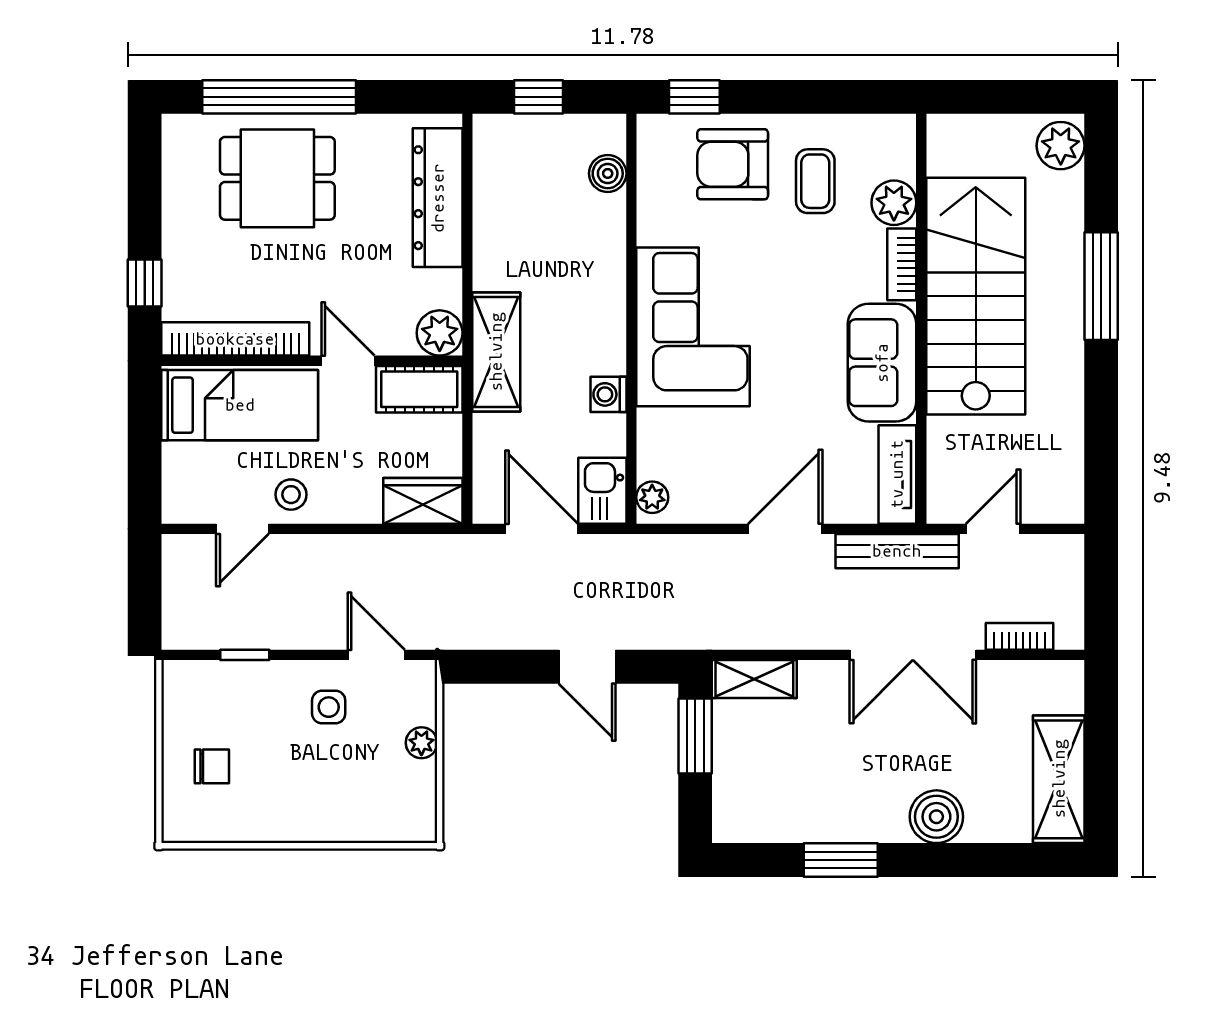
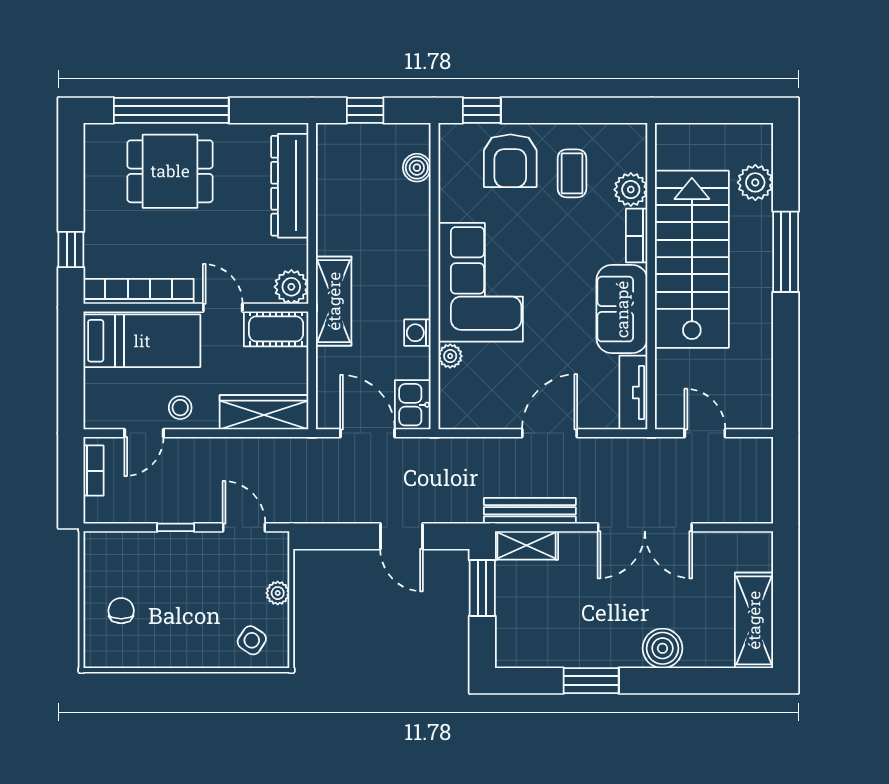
plant: (1061, 146) -> (755, 182), moved
armchair: (733, 164) -> (510, 161), turned -90
plant: (652, 497) -> (450, 356), moved
wardrobe: (423, 501) -> (264, 412), width x1.50
door: (993, 529) -> (705, 433), hinge flipped
bench: (897, 551) -> (530, 511), moved
bookcase: (1020, 636) -> (93, 471), moved, turned 90
window: (245, 655) -> (176, 527), moved
side table: (329, 707) -> (252, 640), moved, turned 33
chair: (212, 766) -> (121, 611), turned -90

